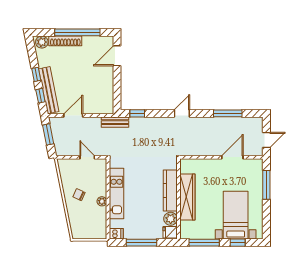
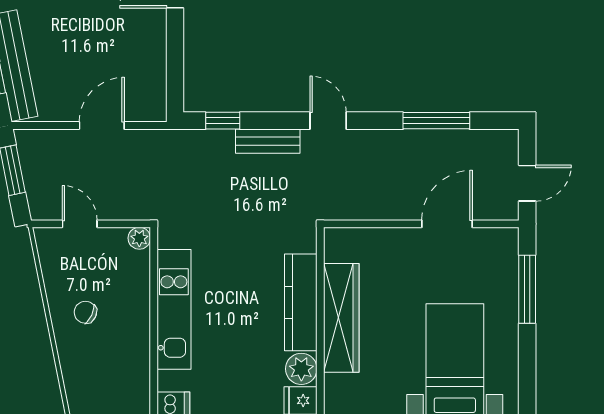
door: (182, 113) -> (328, 121), hinge flipped
door: (73, 116) -> (102, 126), moved
bench: (115, 122) -> (268, 141), moved
door: (87, 157) -> (80, 224), moved
plant: (102, 201) -> (139, 238), moved

